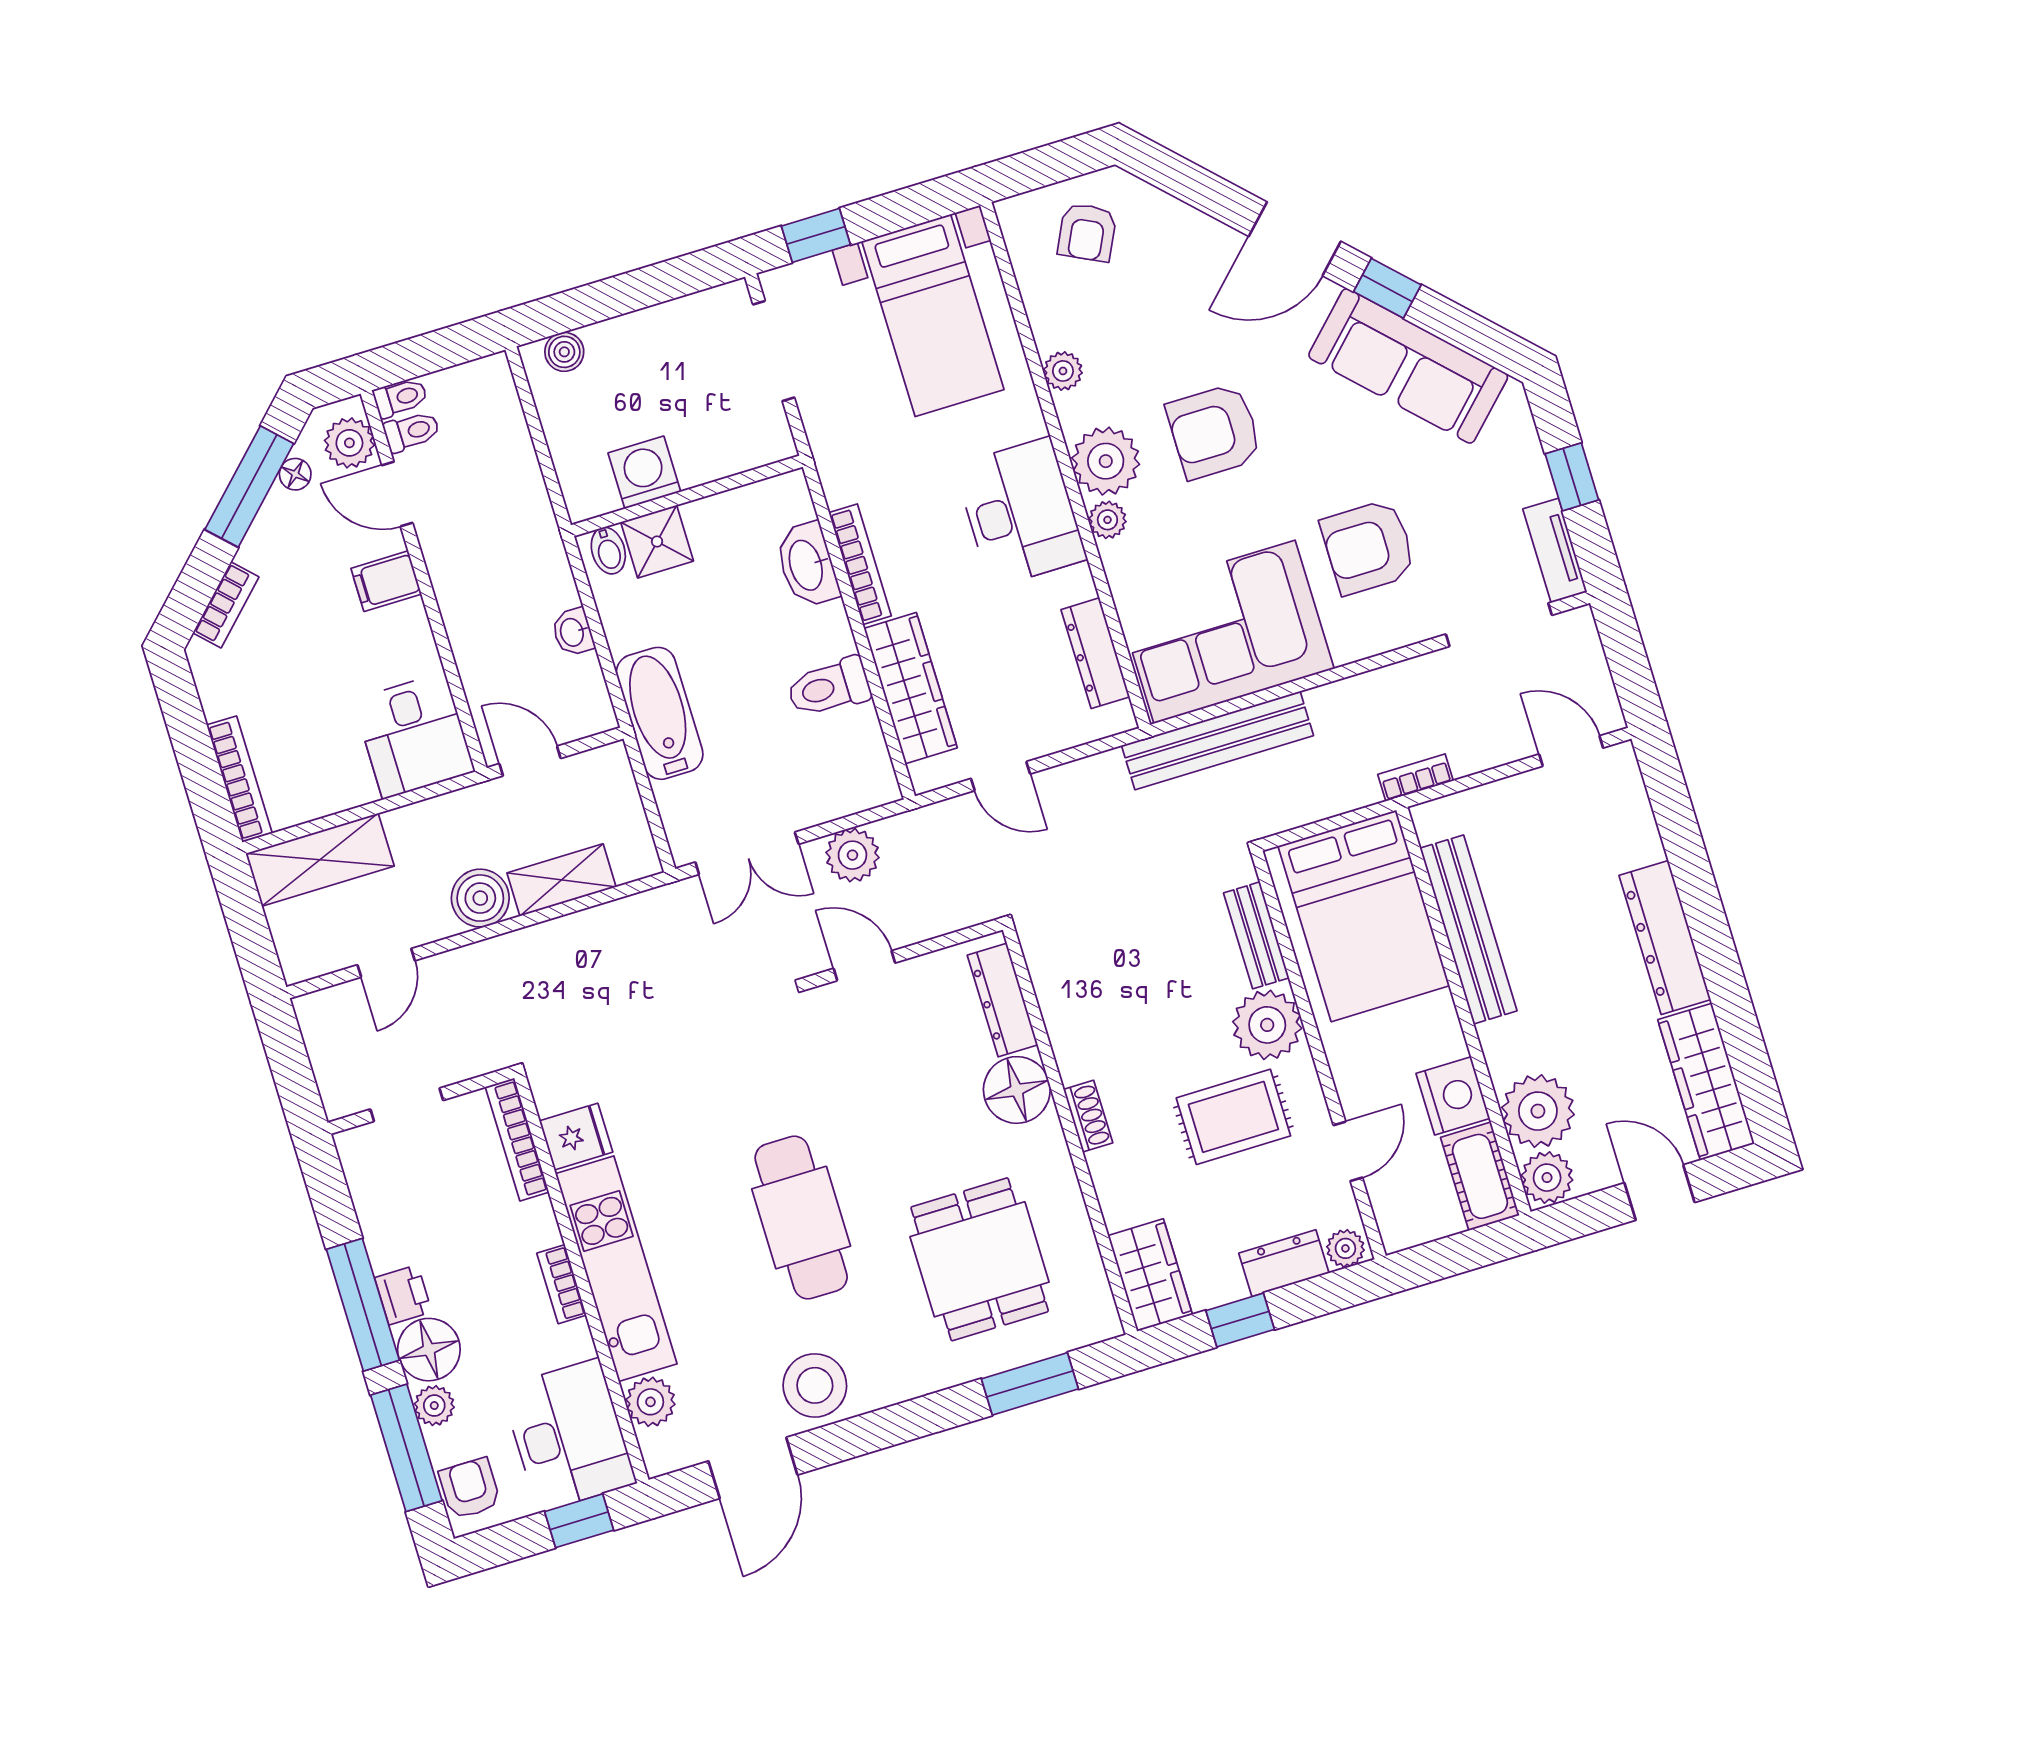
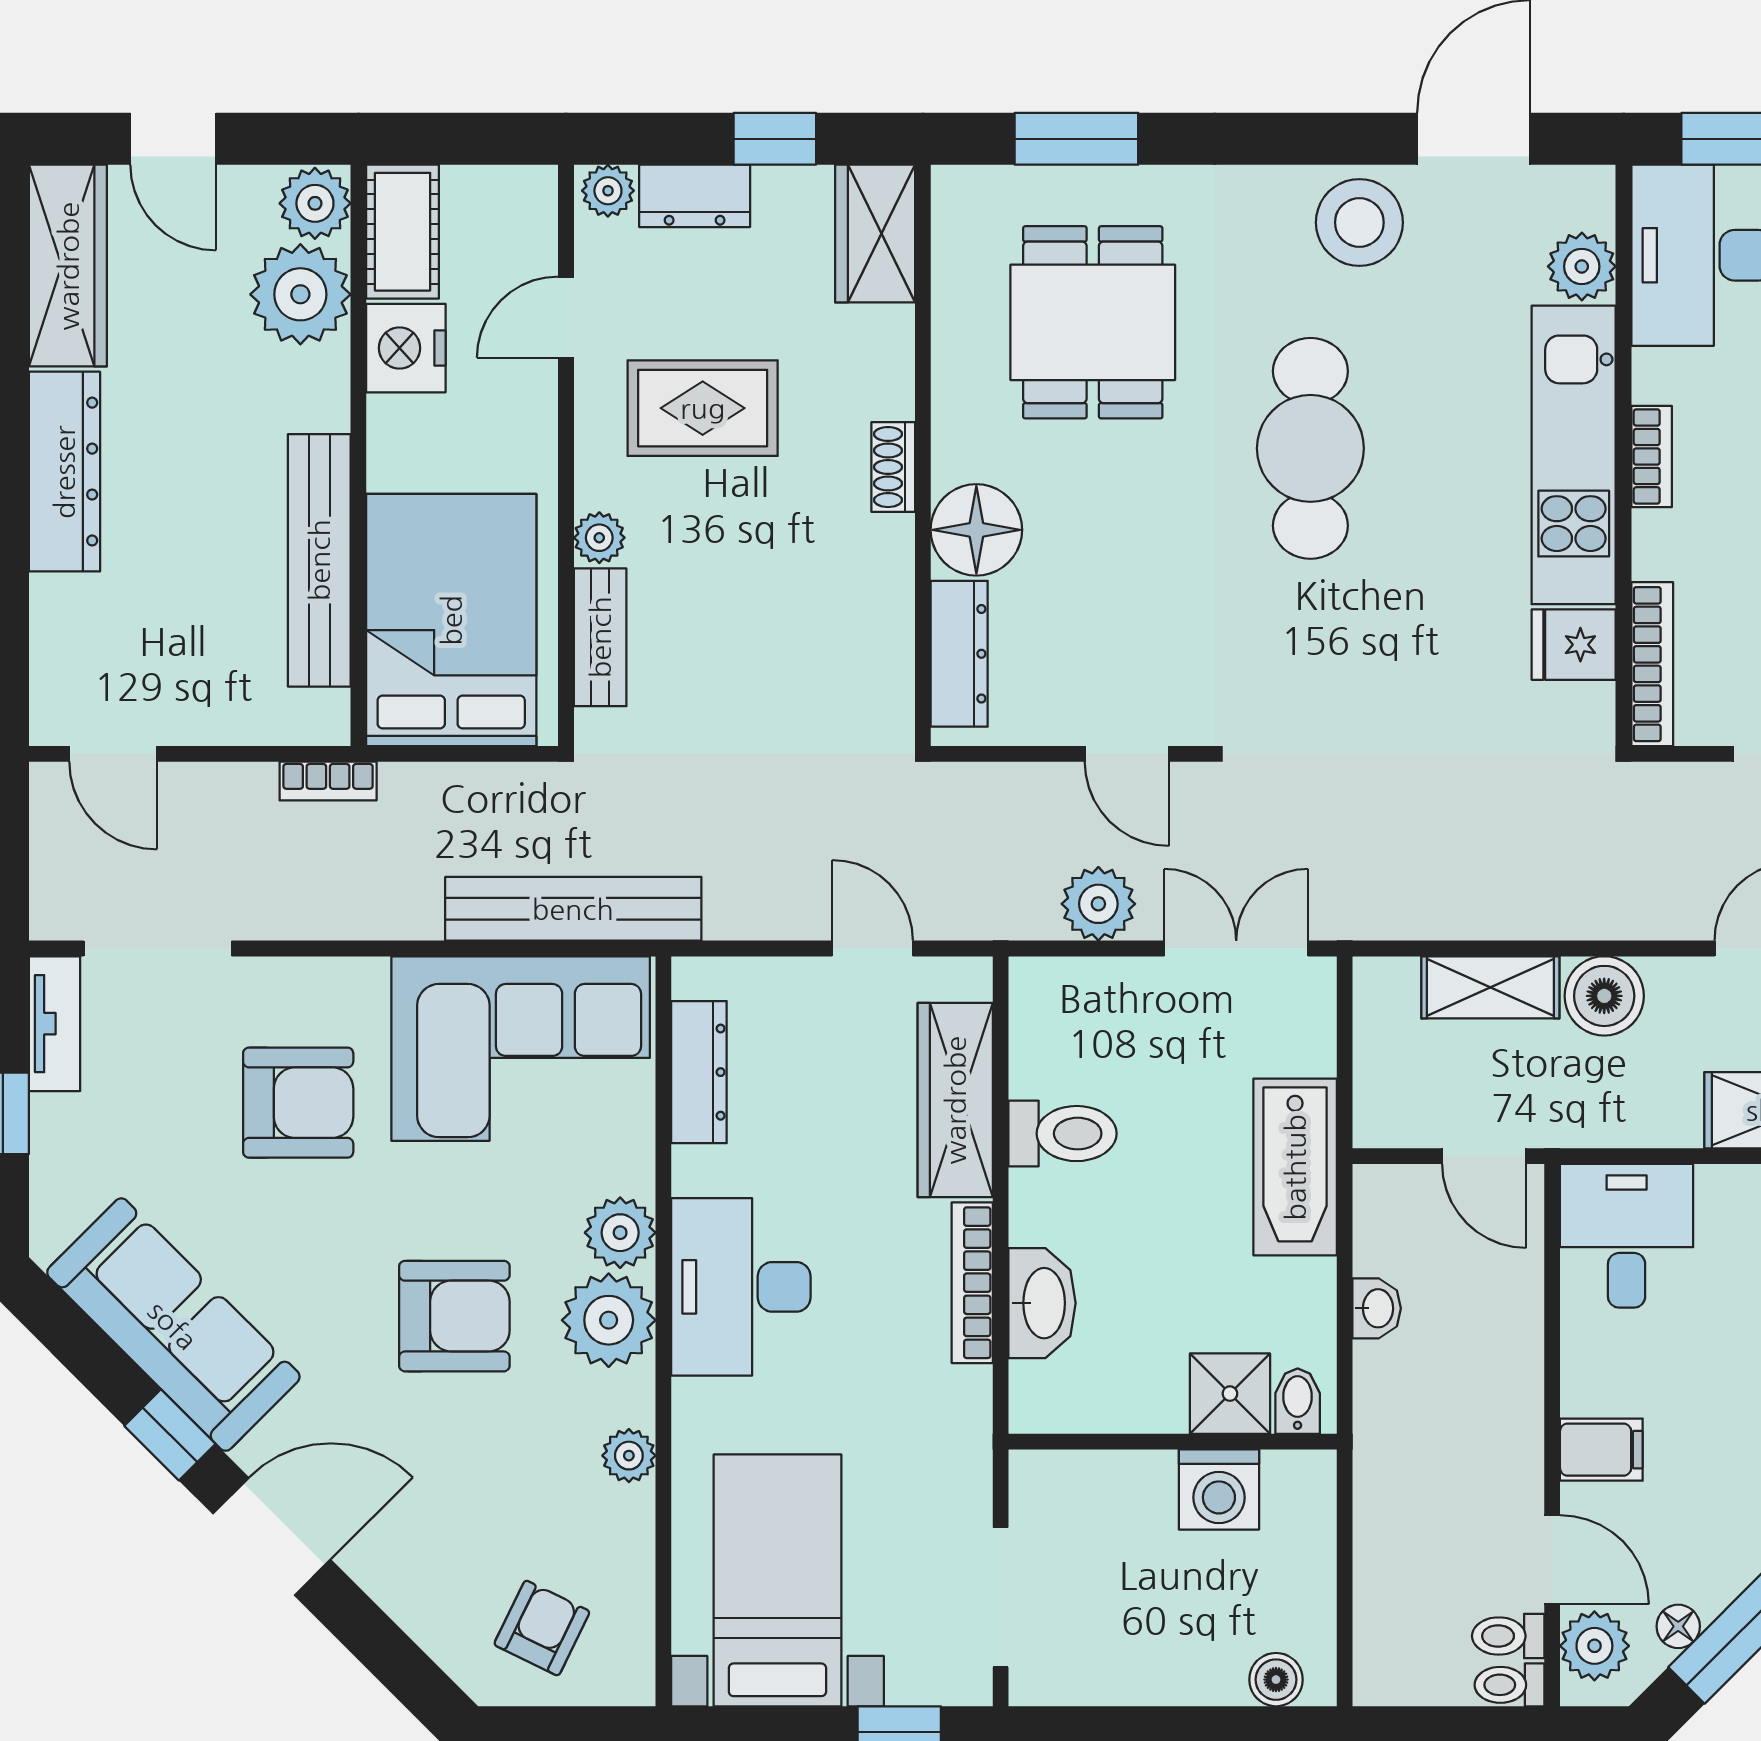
plant: (1107, 520) -> (620, 1233), width x1.38, depth x1.38
plant: (1267, 1025) -> (599, 538), width x0.53, depth x0.53

